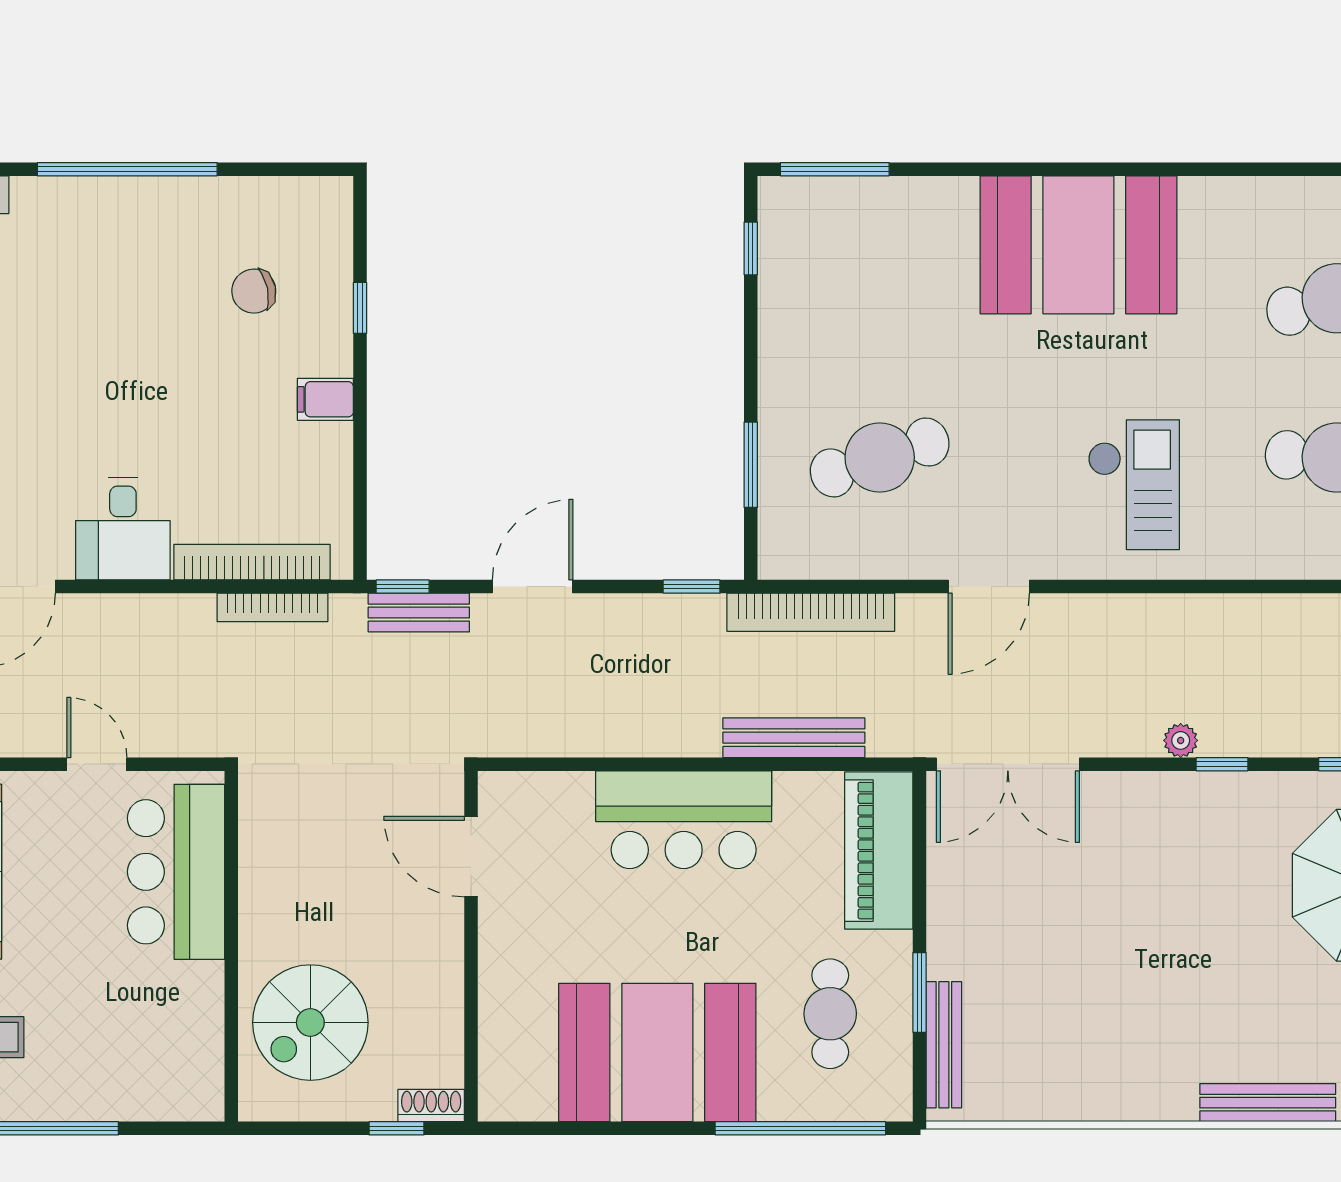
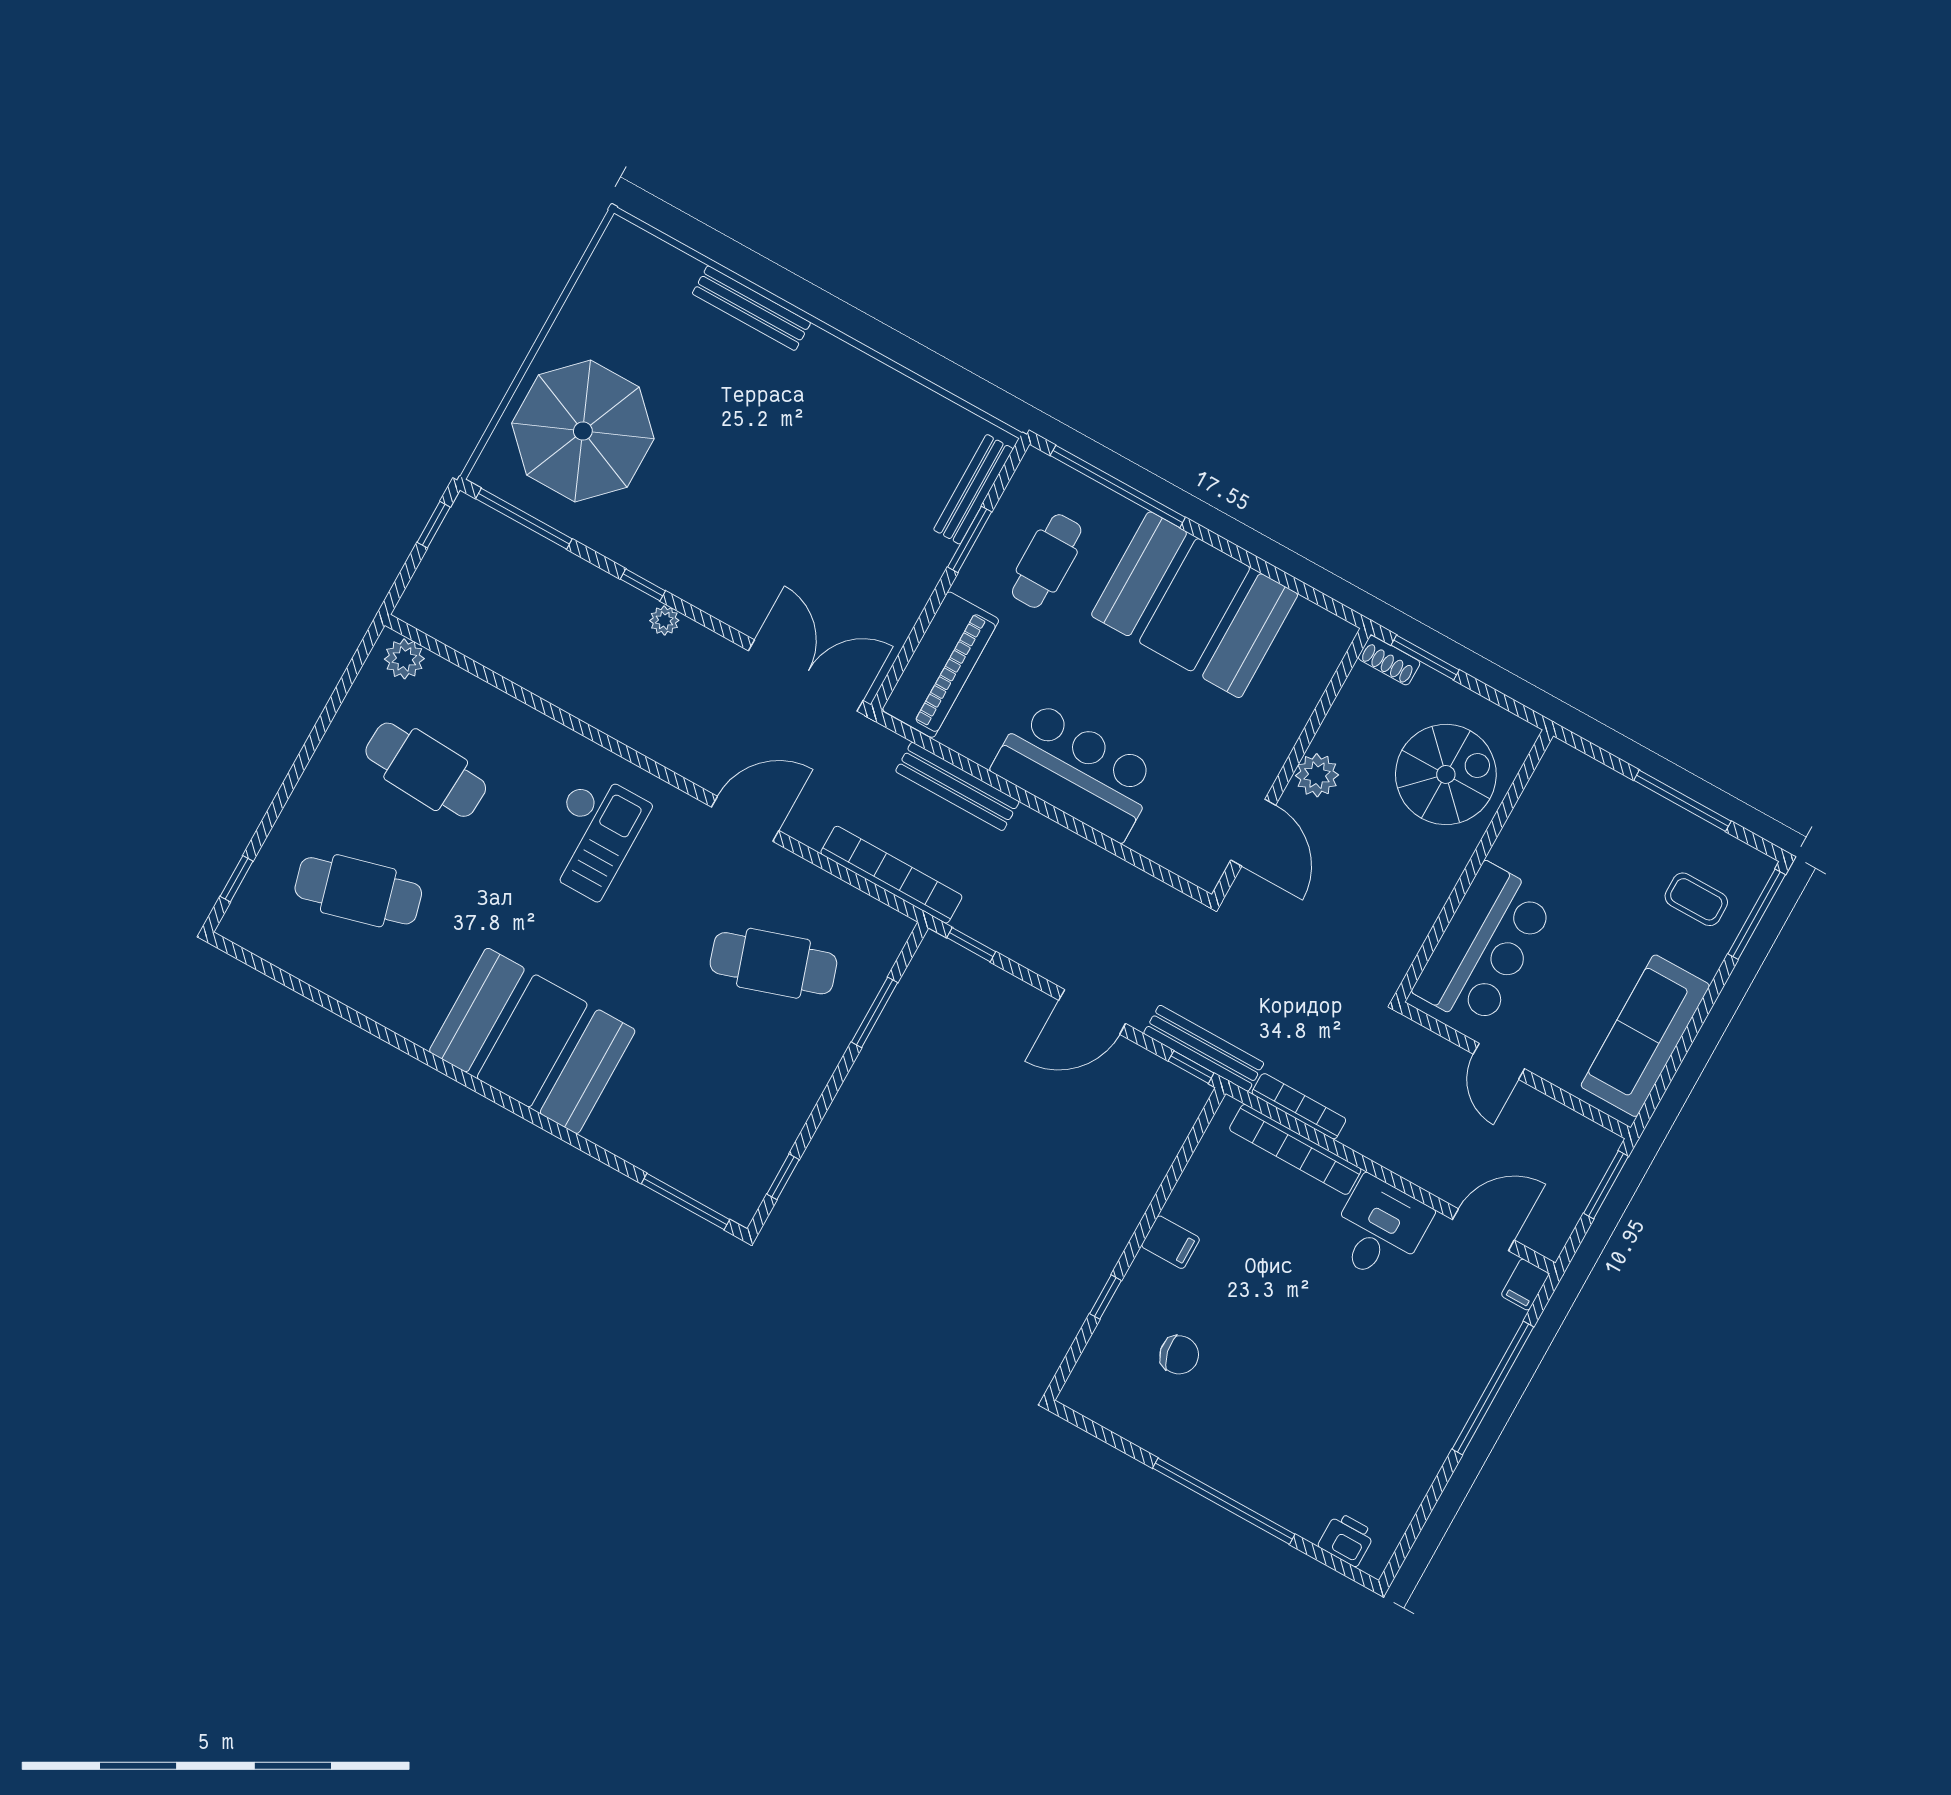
checkout: (1134, 485) -> (592, 835), turned 180
bench: (419, 613) -> (1204, 1048), width x1.36
plant: (439, 950) -> (1317, 775), added
window: (396, 1128) -> (1425, 657), width x1.50

